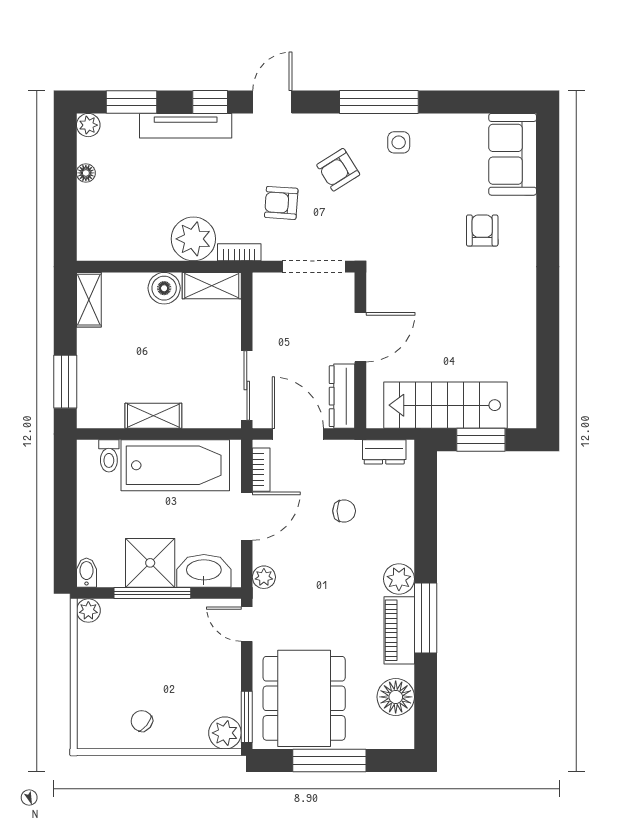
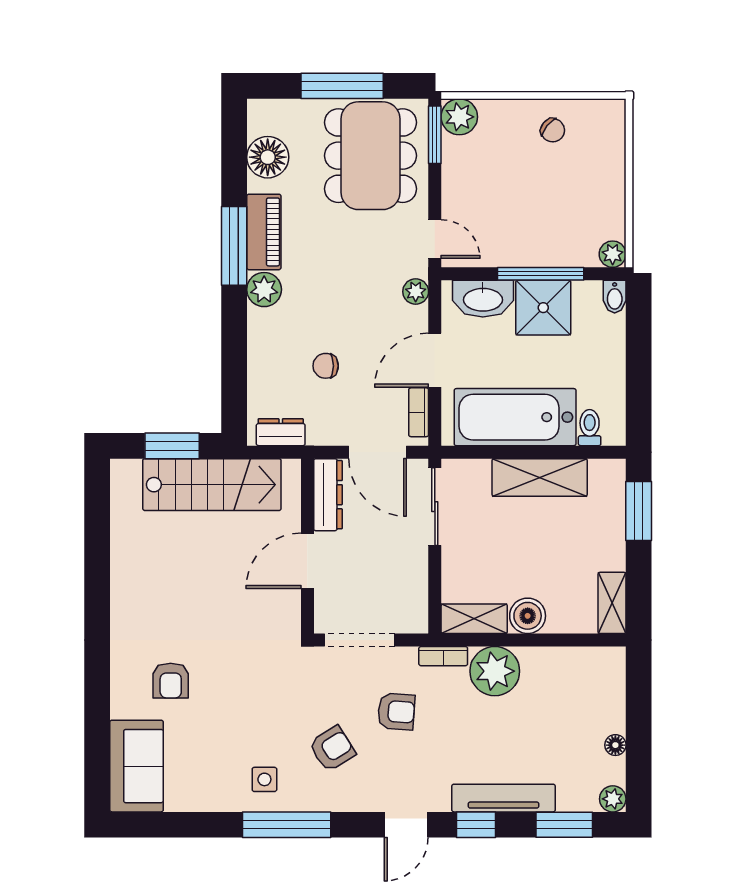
shelving: (153, 416) -> (540, 477), width x1.50, depth x1.33

